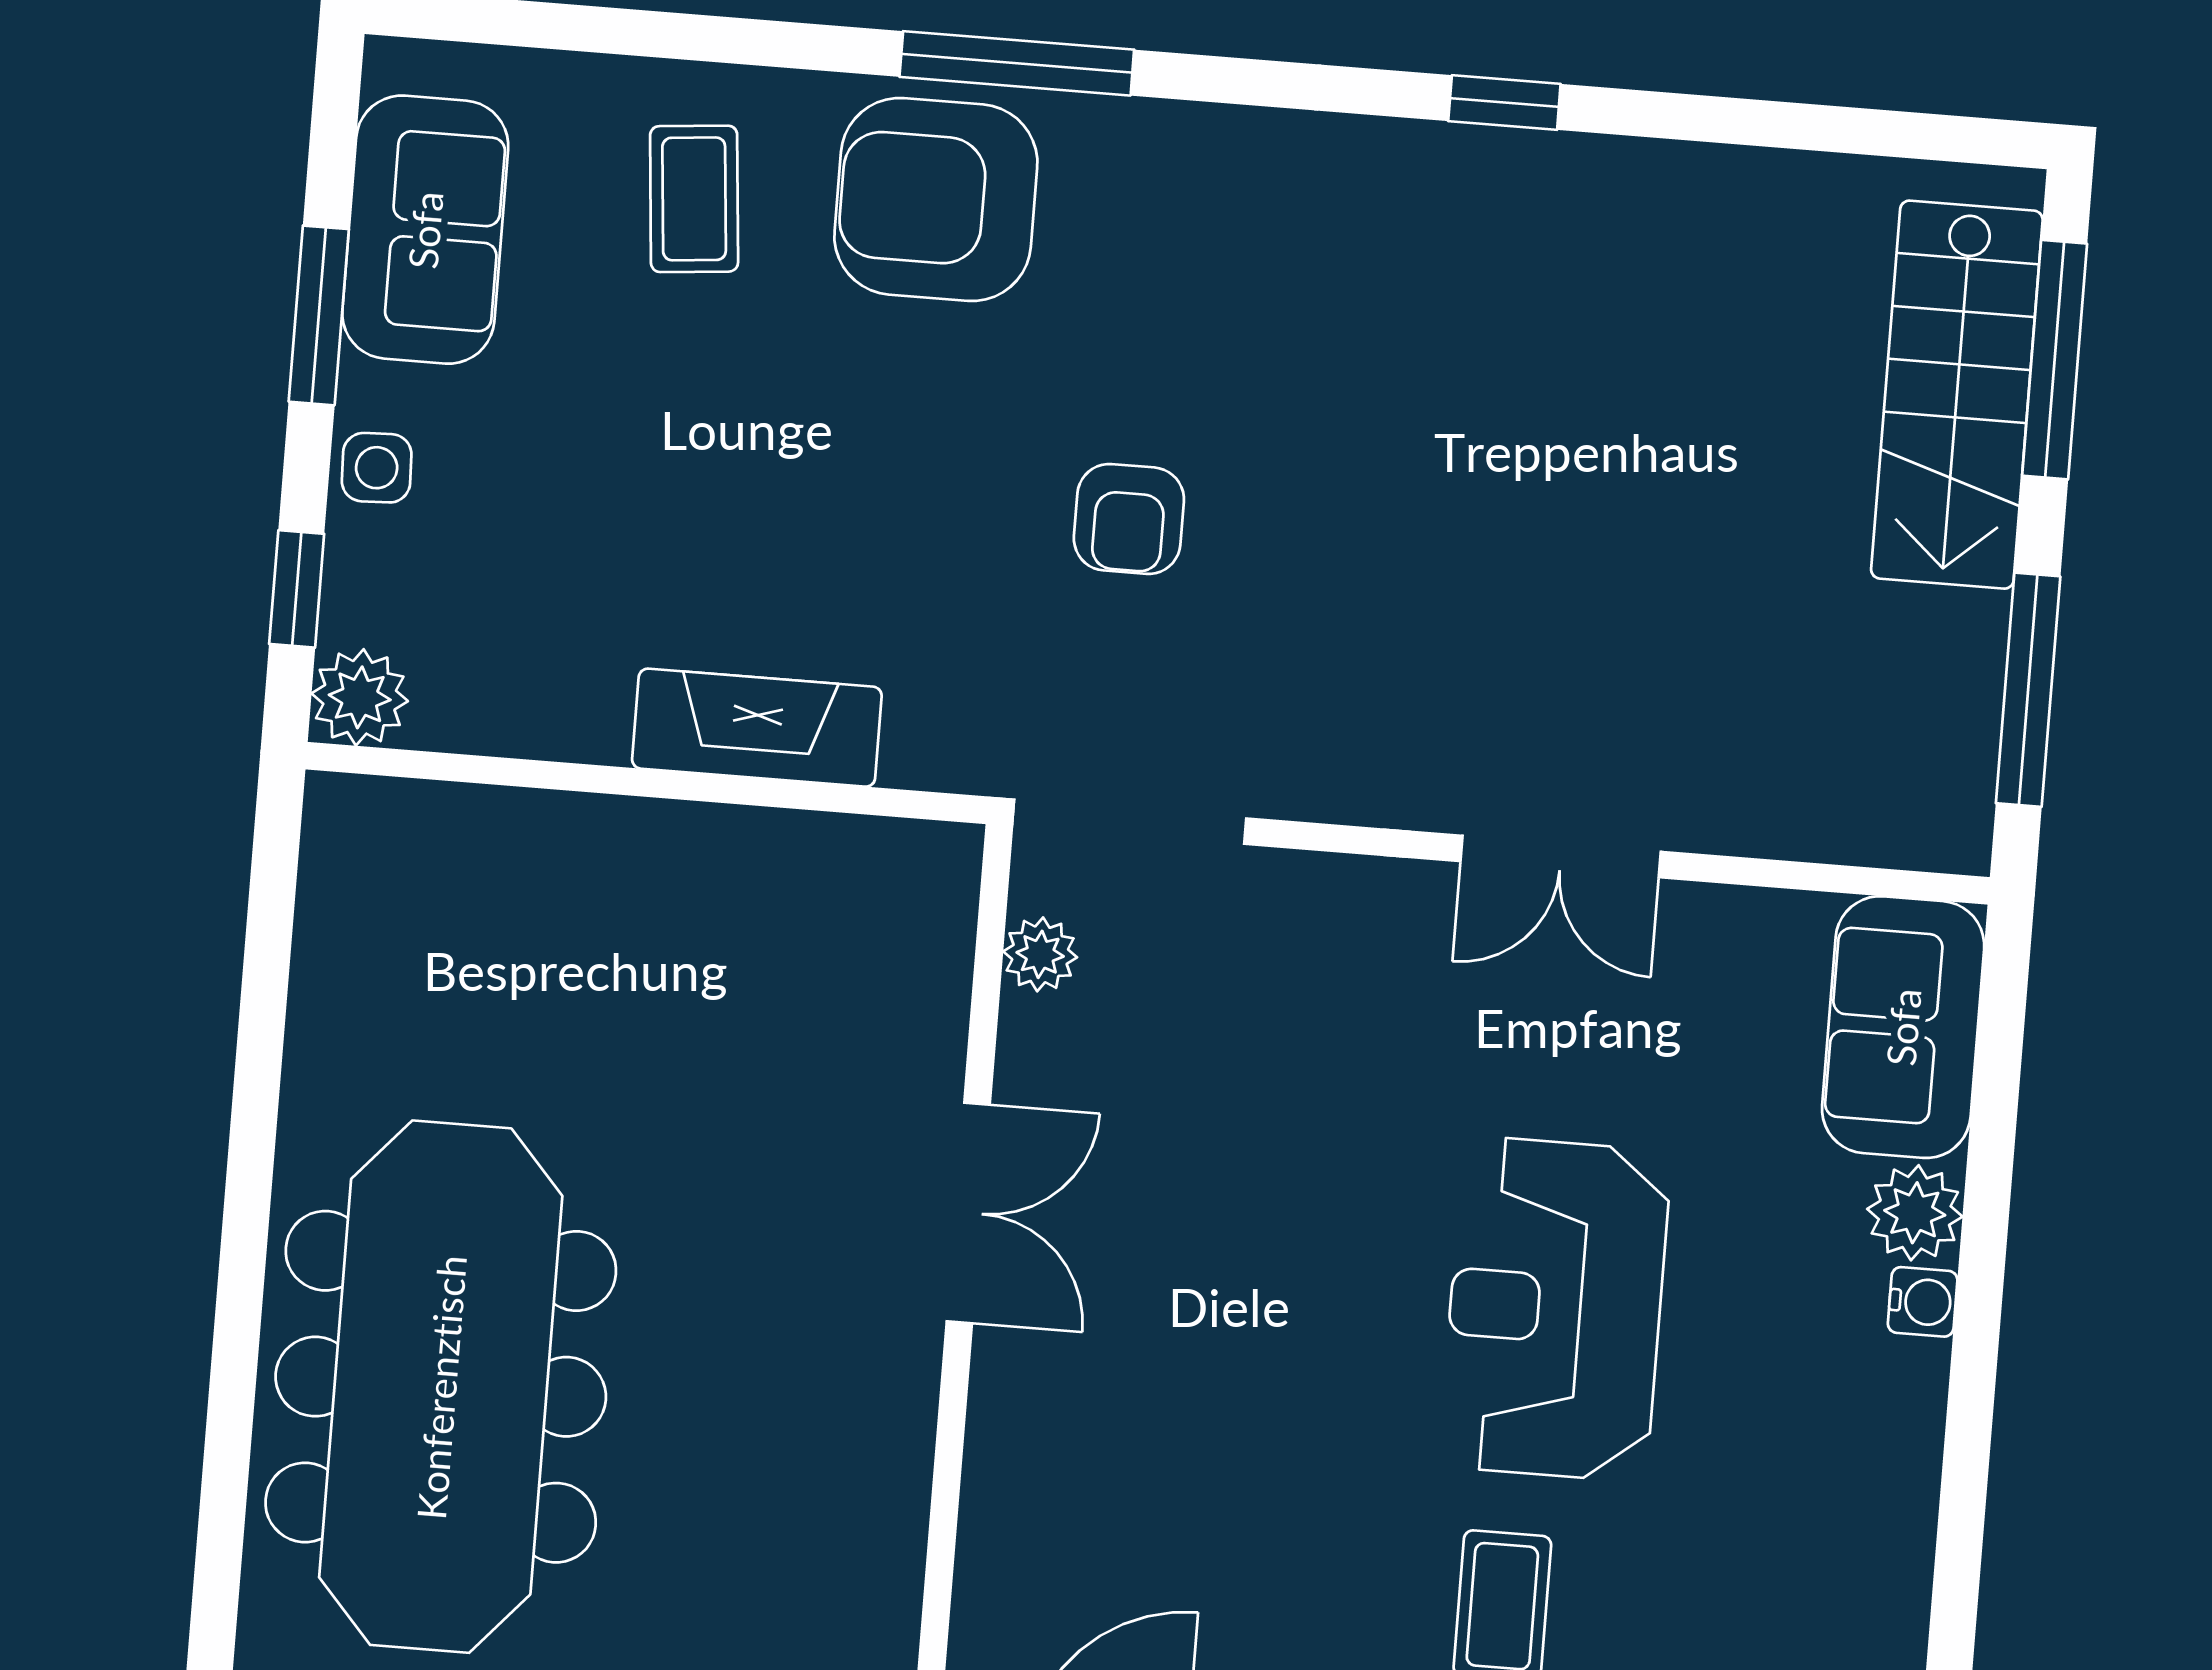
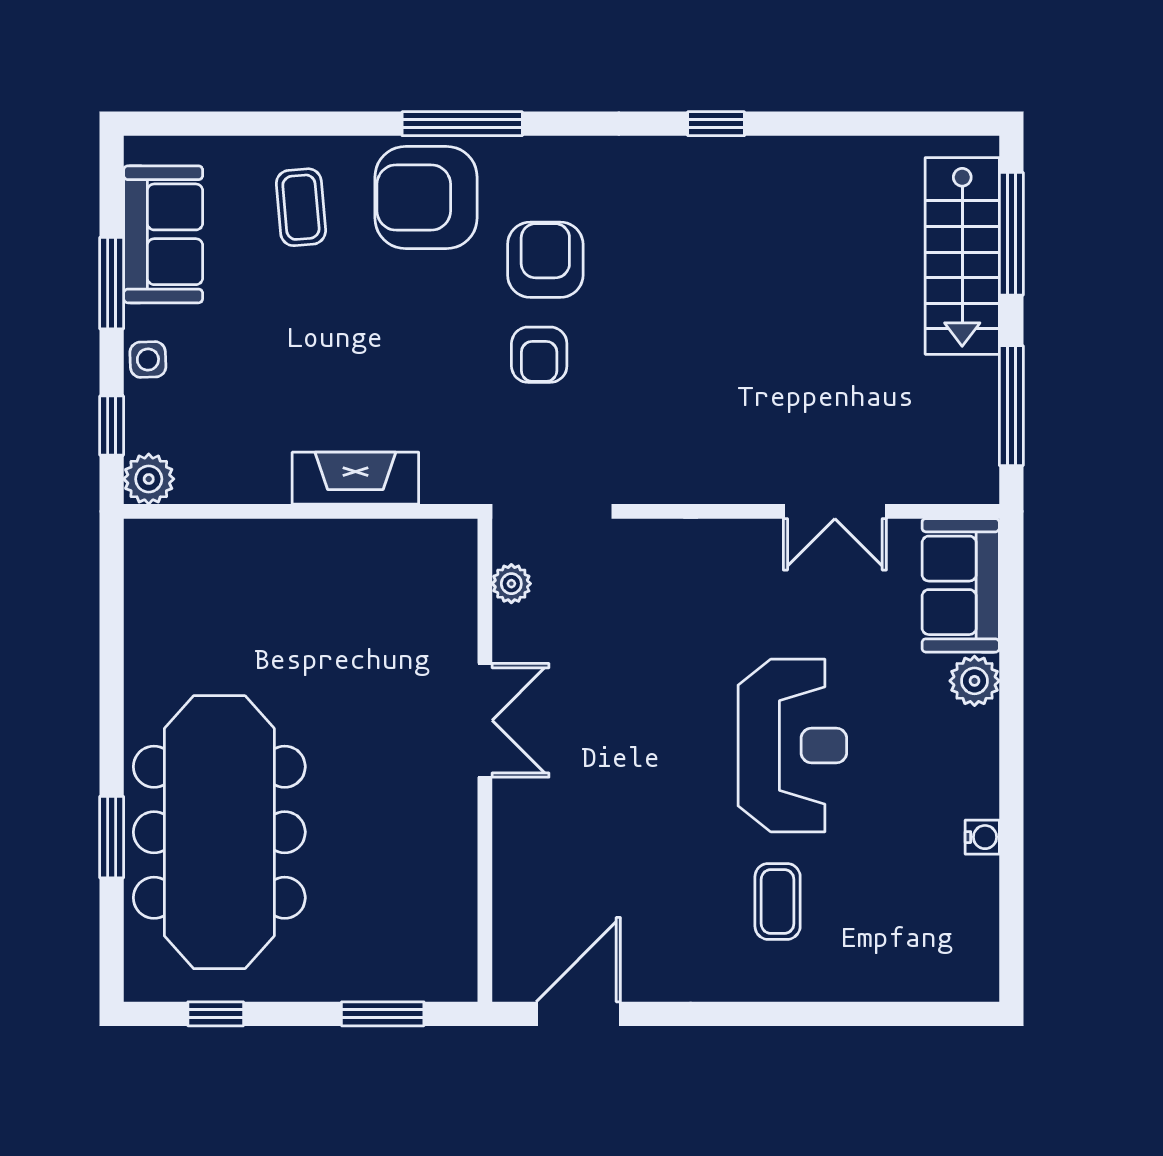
armchair: (1156, 337) -> (545, 260), added
double door: (1561, 856) -> (835, 511), moved
water cooler: (1923, 1302) -> (982, 837), moved
reception desk: (1555, 1309) -> (792, 746), turned 180
window: (233, 1380) -> (112, 837), added

